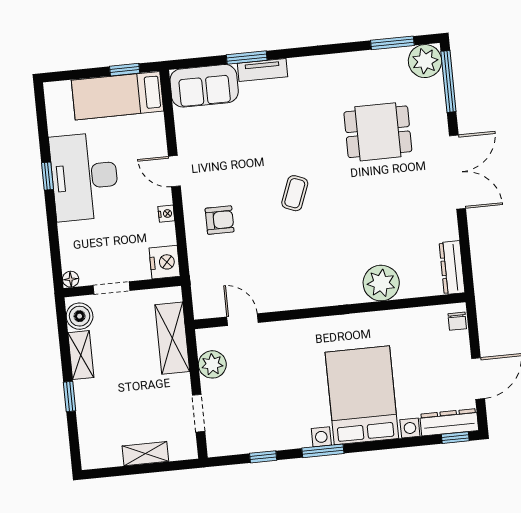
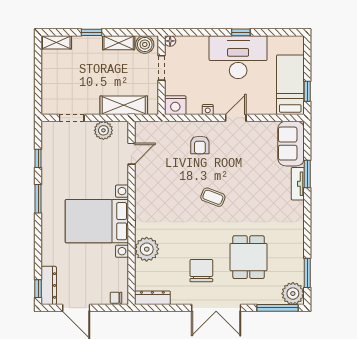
chair: (405, 199) -> (201, 271), added
bed with nightstands: (362, 395) -> (97, 221), moved, turned 180
shelving: (145, 454) -> (56, 42), moved, turned 90

